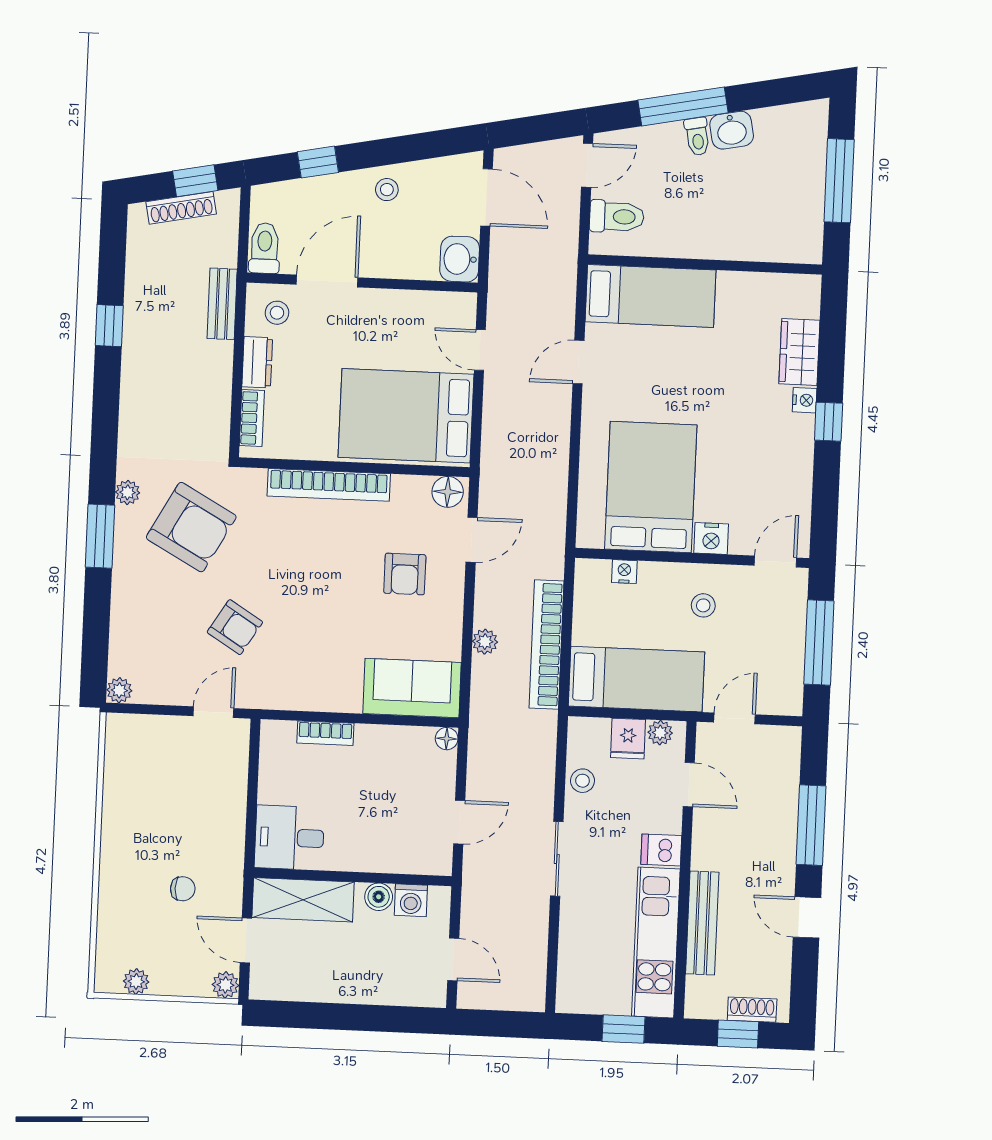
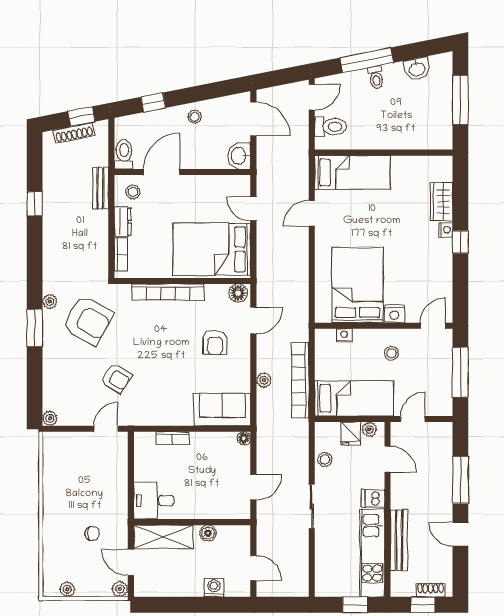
washbasin: (732, 130) -> (417, 69), moved
washing machine: (411, 900) -> (214, 588), moved, turned 180

